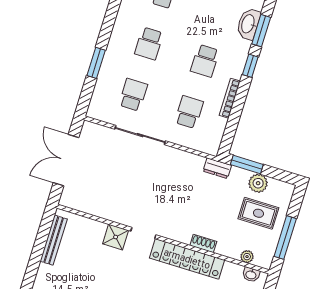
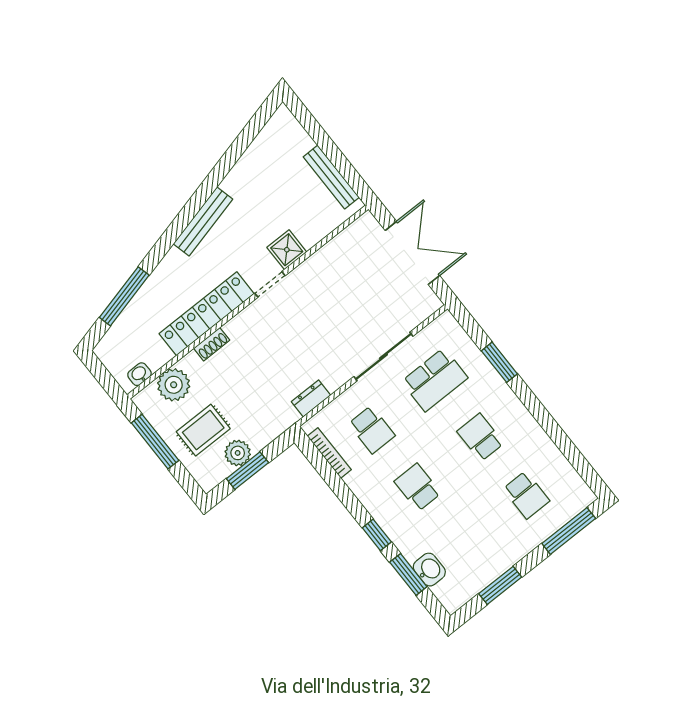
washbasin: (248, 24) -> (429, 570), width x0.72
school desk: (133, 95) -> (435, 380), width x1.85
bookcase: (230, 98) -> (329, 453), moved
window: (247, 164) -> (247, 471), moved
dresser: (217, 168) -> (311, 398), moved
plant: (247, 257) -> (174, 385), width x1.88, depth x1.88

